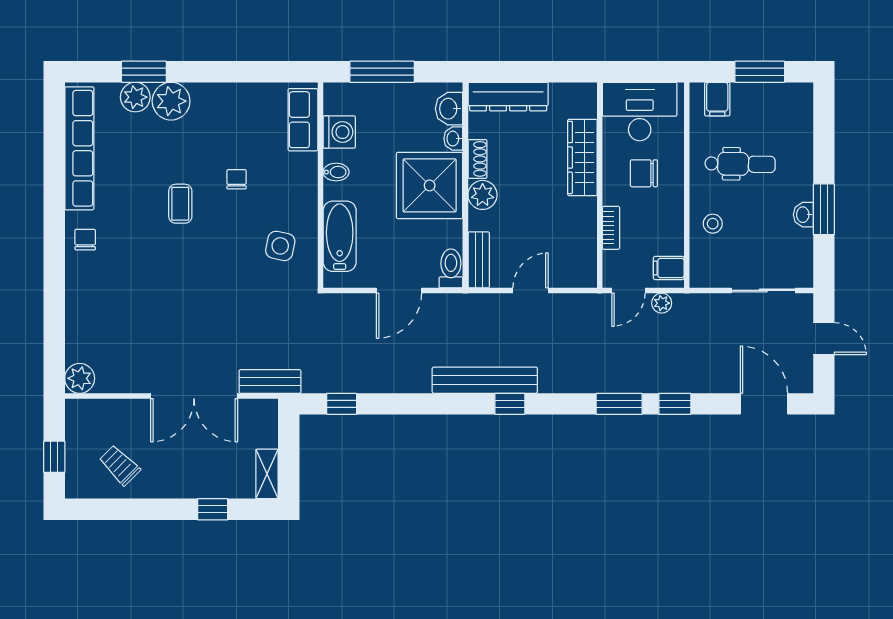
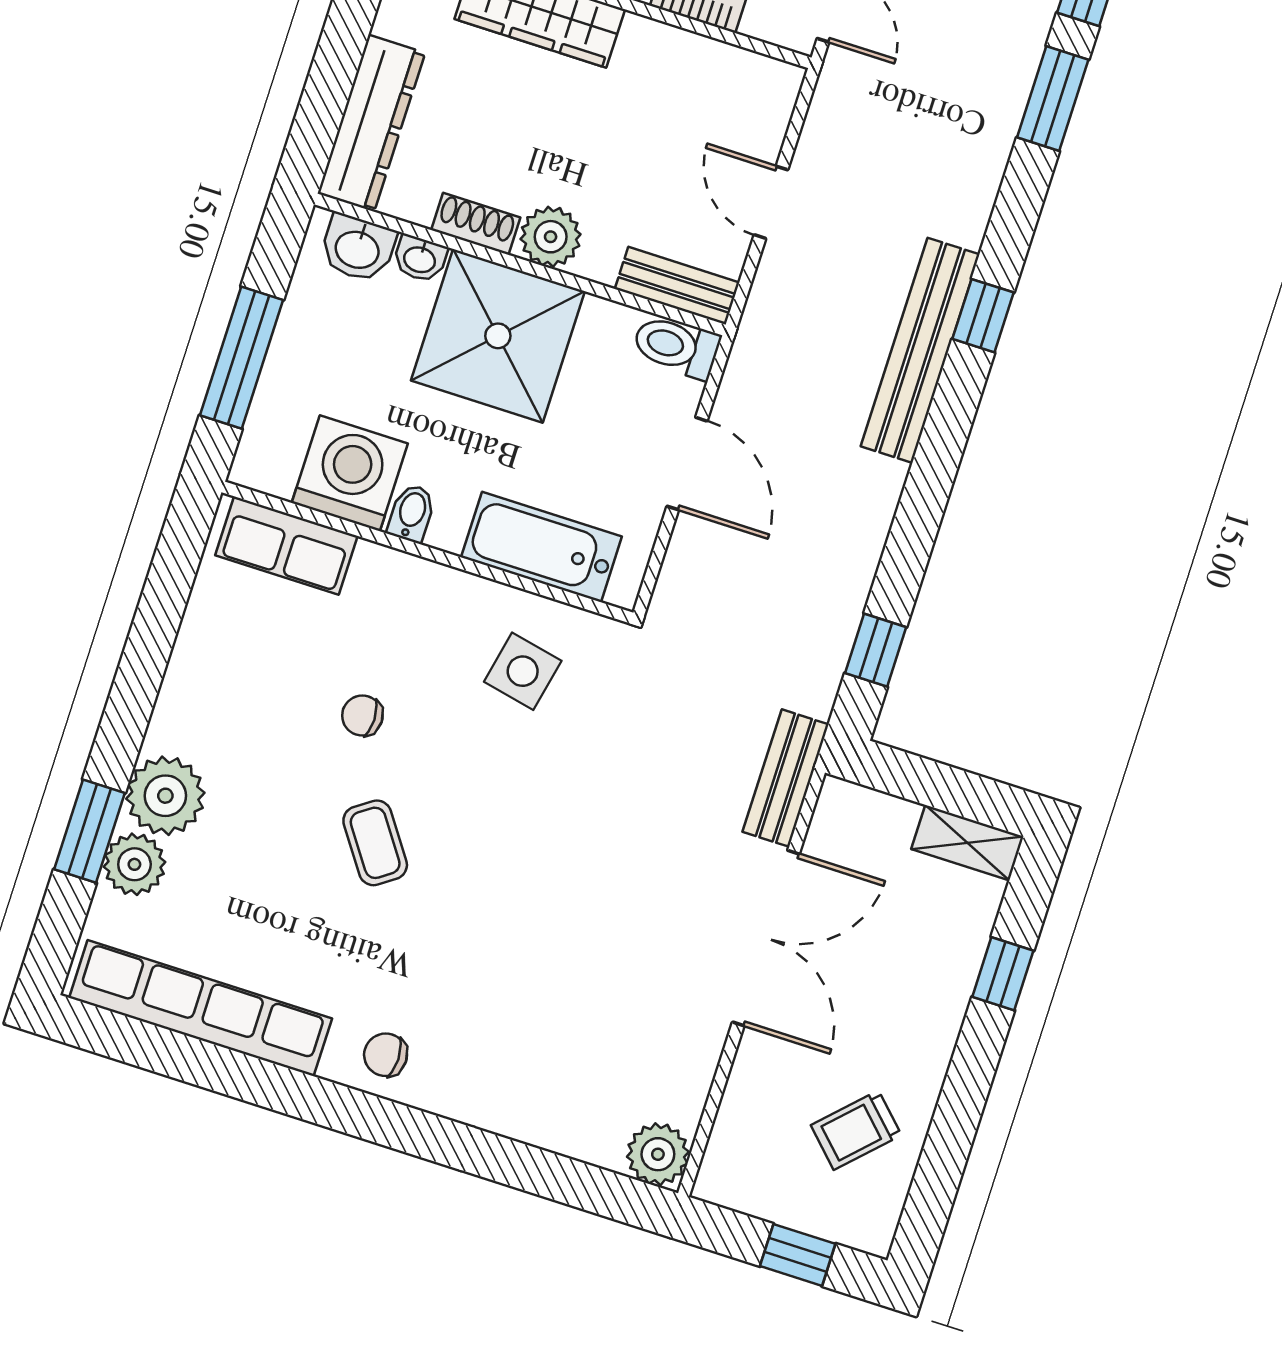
washing machine: (339, 132) -> (350, 473), width x1.37, depth x1.37
coffee table: (180, 204) -> (375, 843), turned 55

